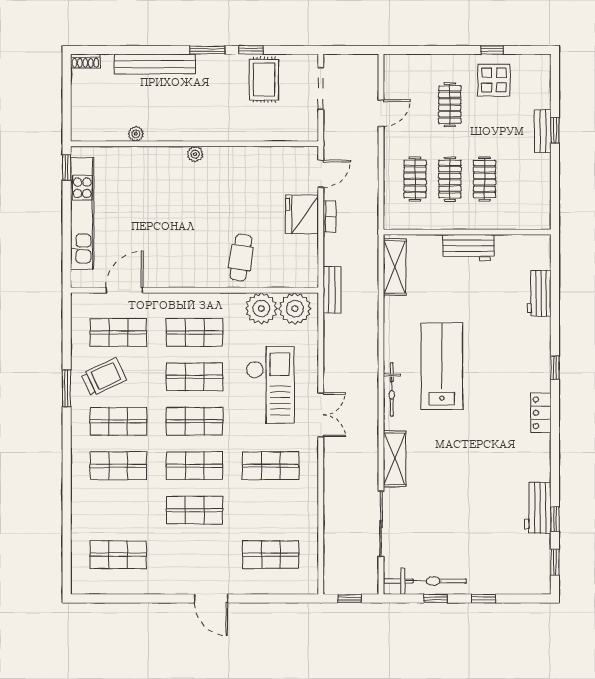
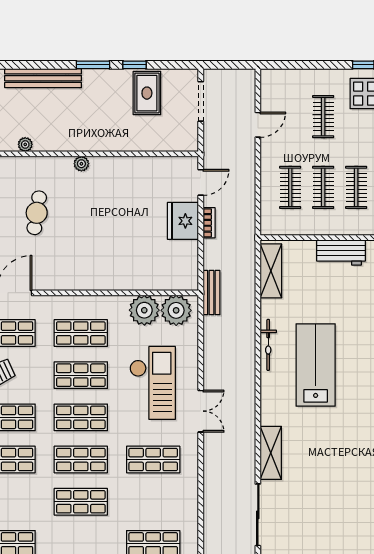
cafe table: (241, 257) -> (37, 213), moved
bicycle: (392, 389) -> (268, 345), moved

